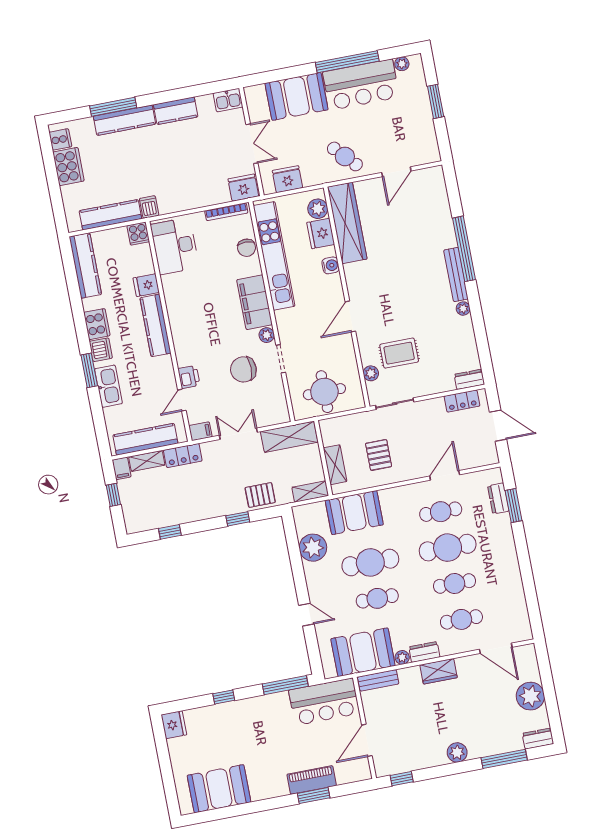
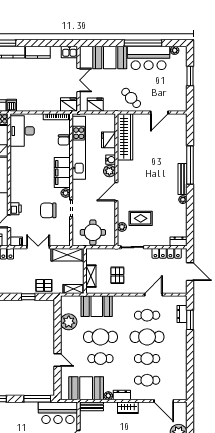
plant: (318, 209) -> (109, 171), moved
locker: (462, 401) -> (167, 253), width x1.53

